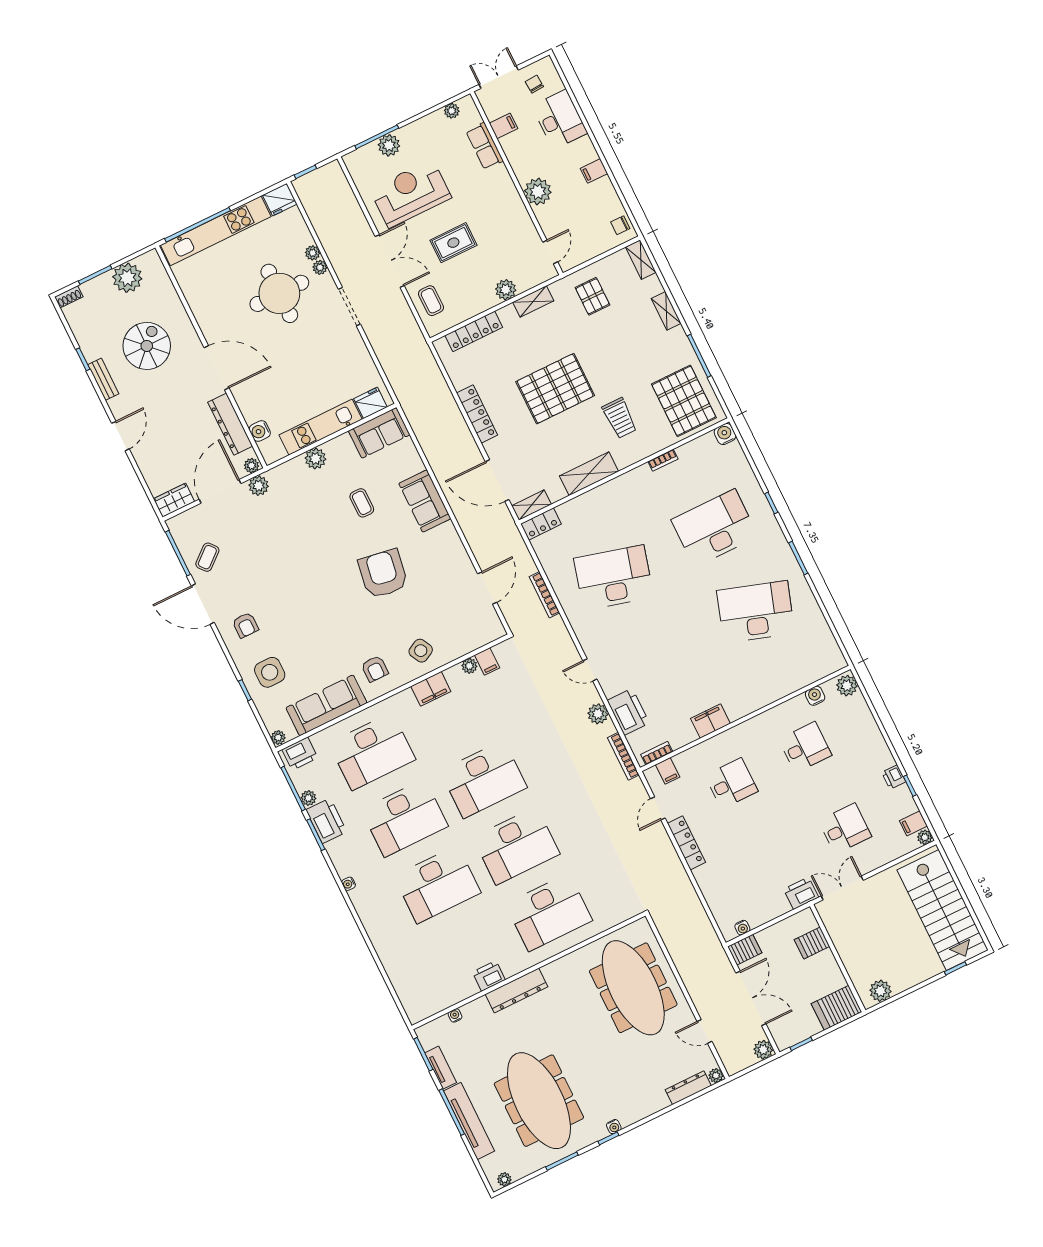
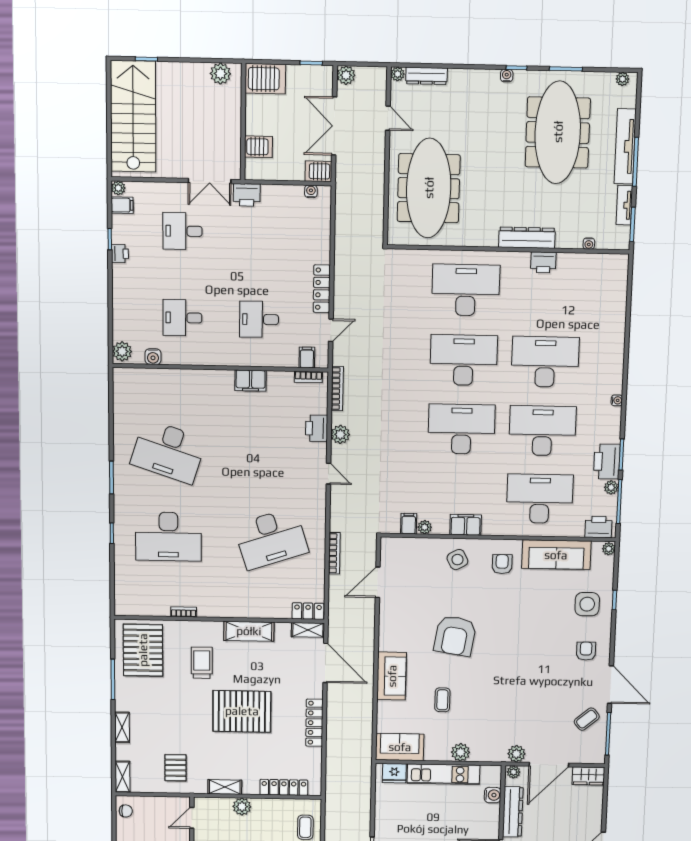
water cooler: (725, 434) -> (123, 607), removed
desk: (614, 578) -> (271, 539), turned -33
printer: (628, 712) -> (317, 428), width x0.73, depth x0.84

